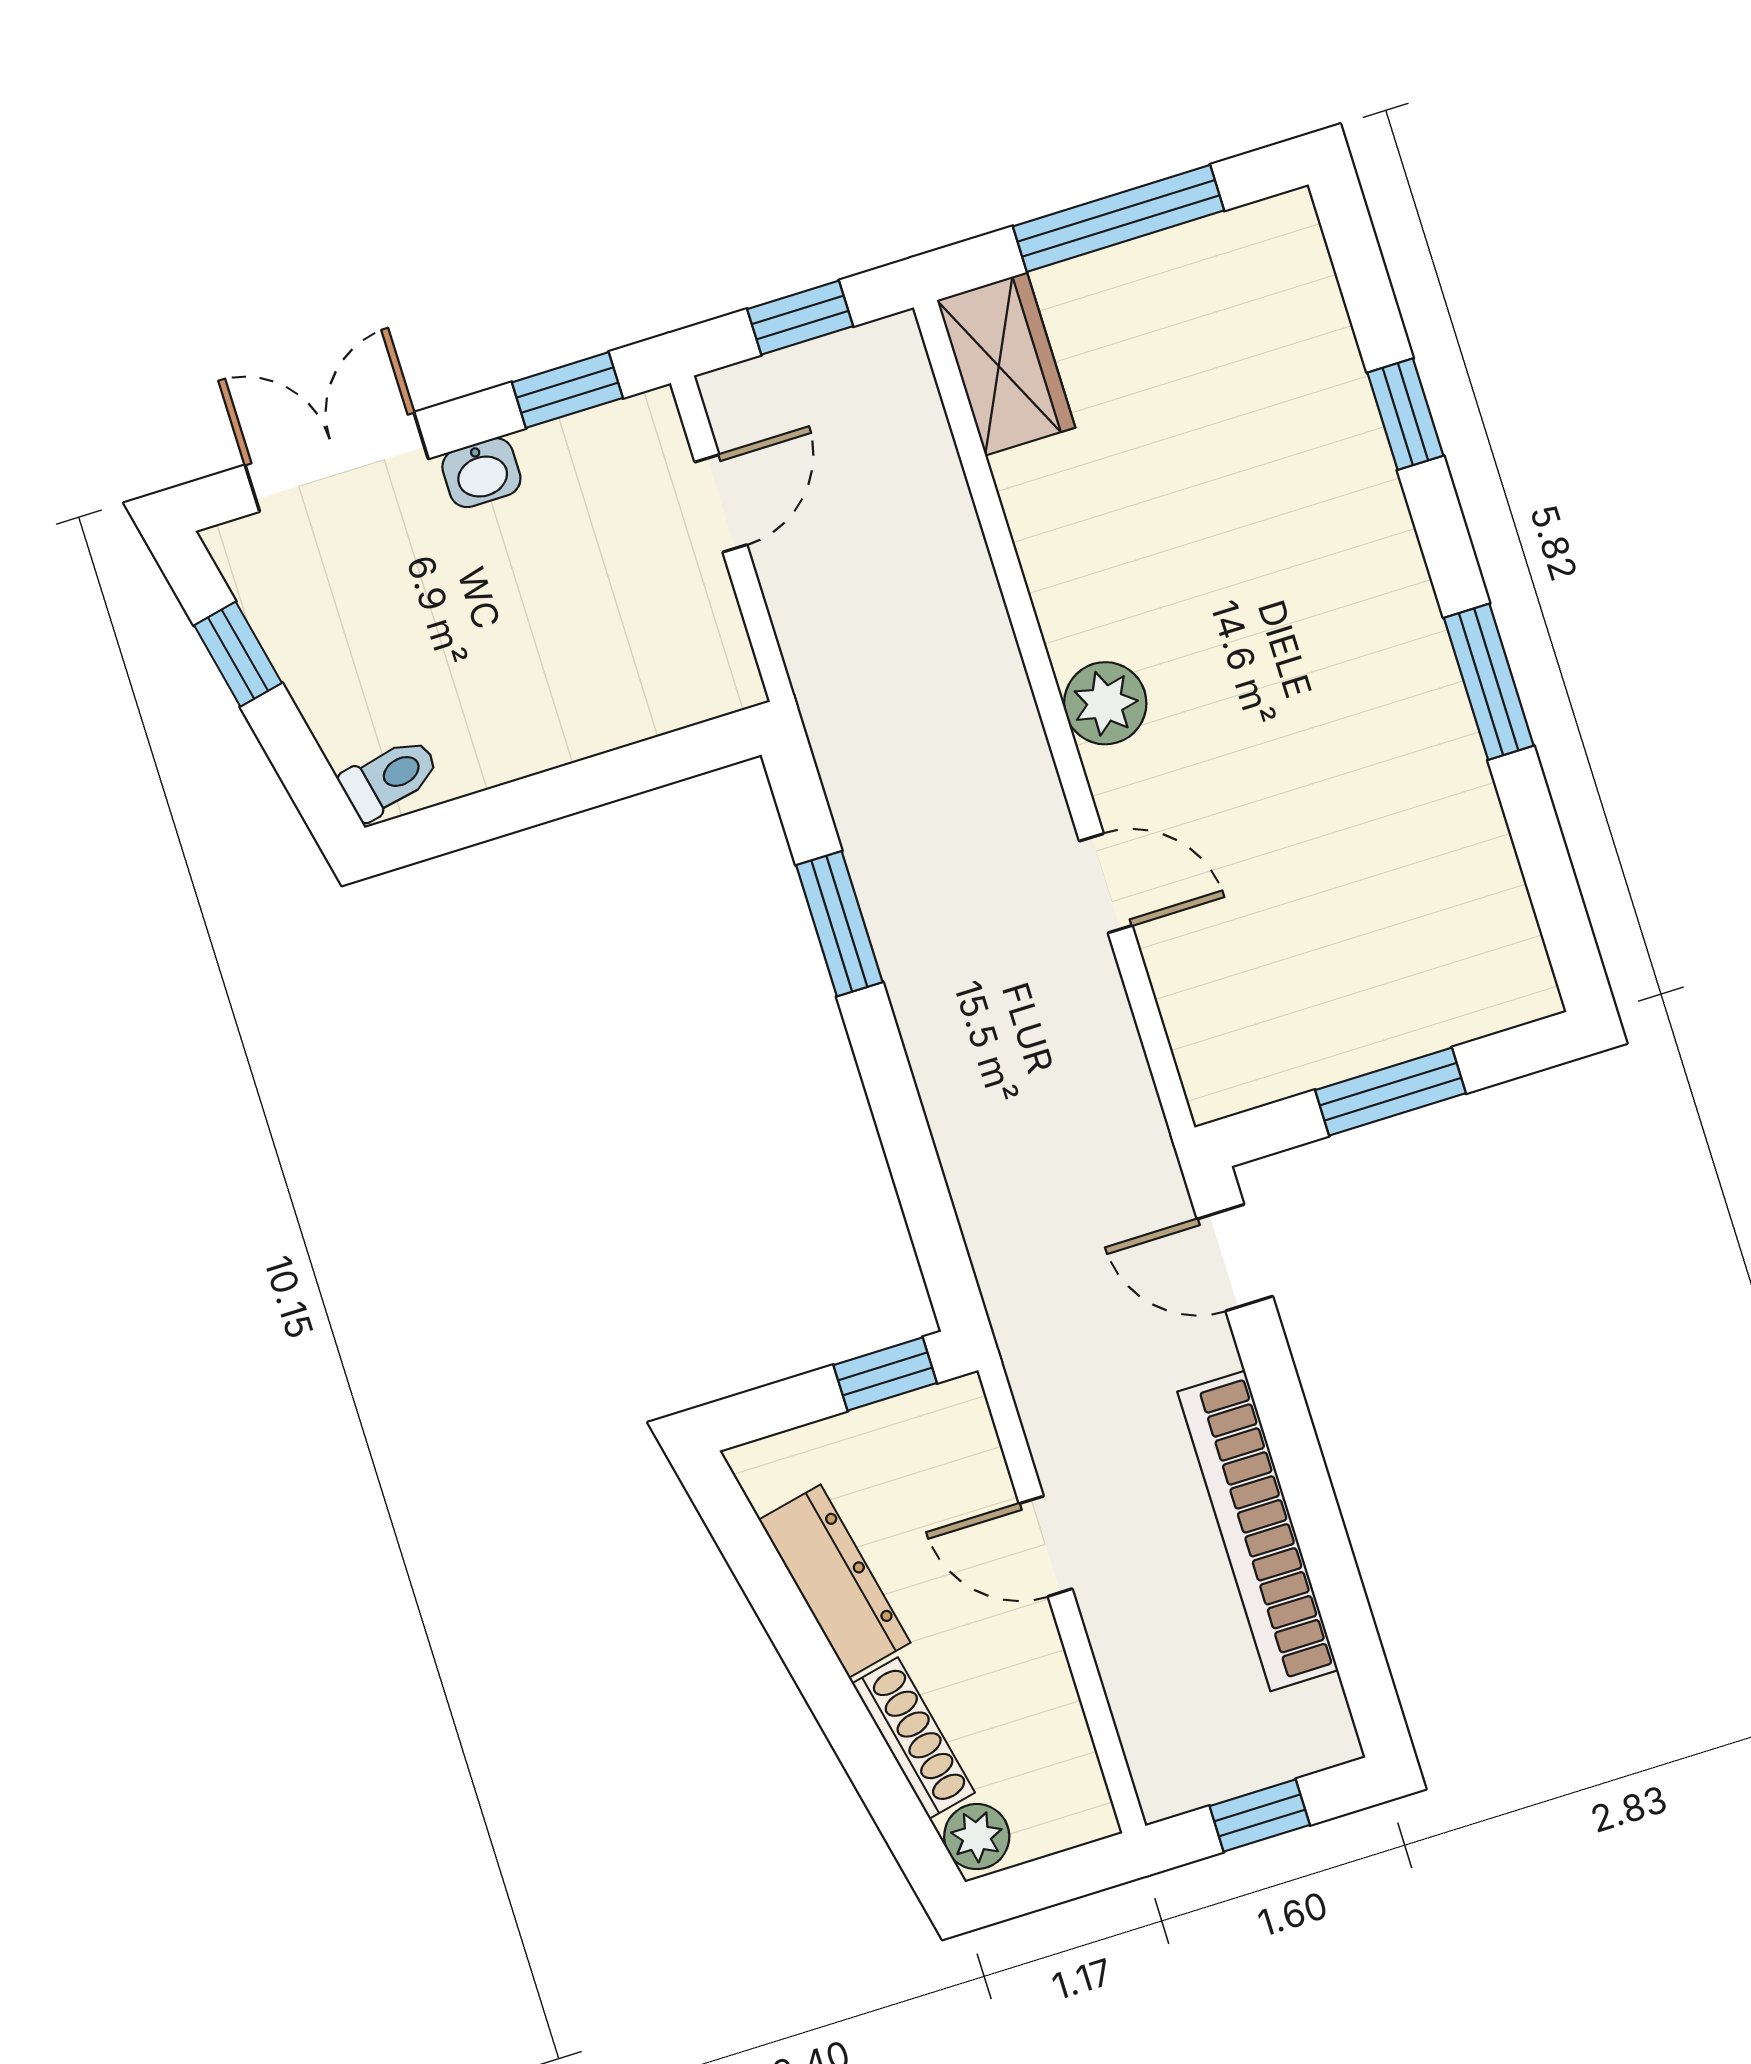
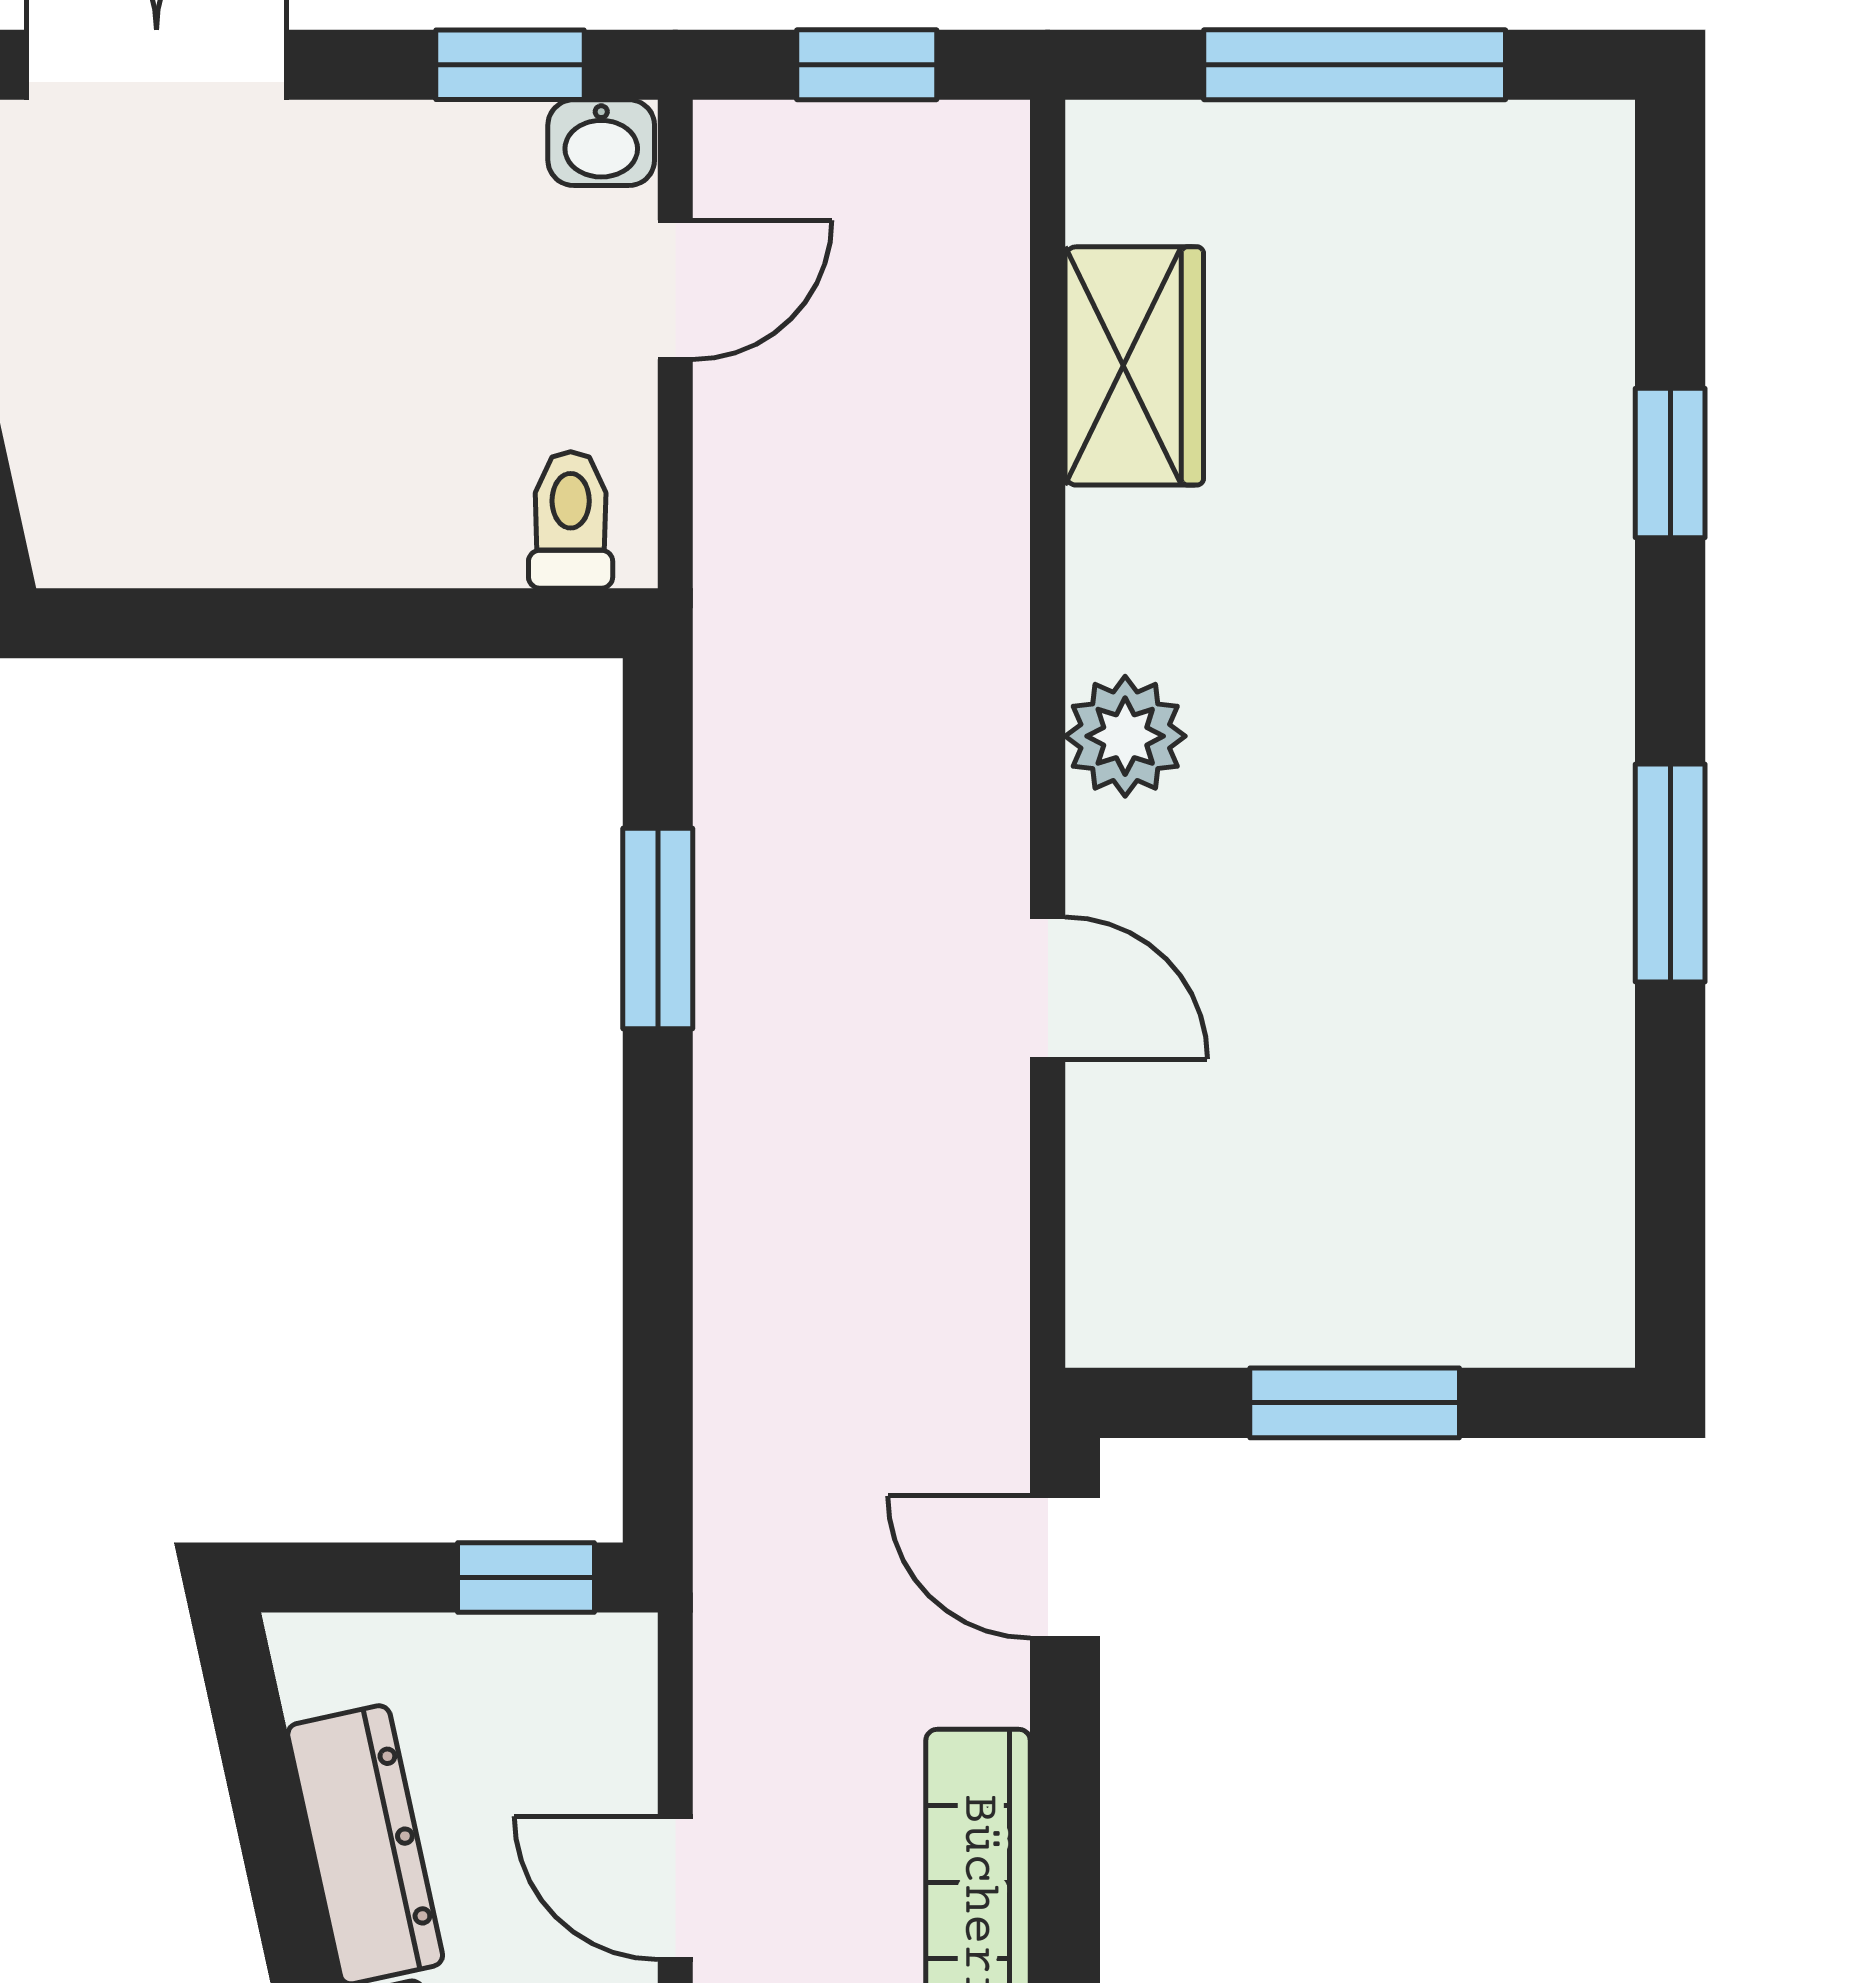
wardrobe: (1006, 364) -> (1134, 366), moved
washbasin: (481, 473) -> (601, 143), moved
toilet: (390, 778) -> (571, 520), moved, turned -78

